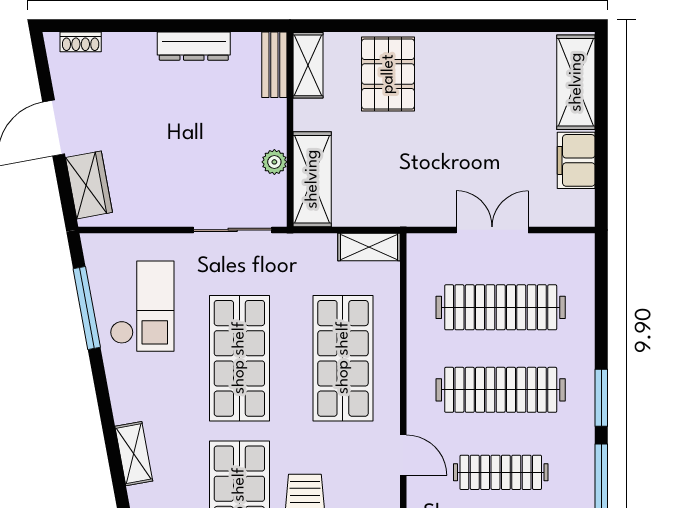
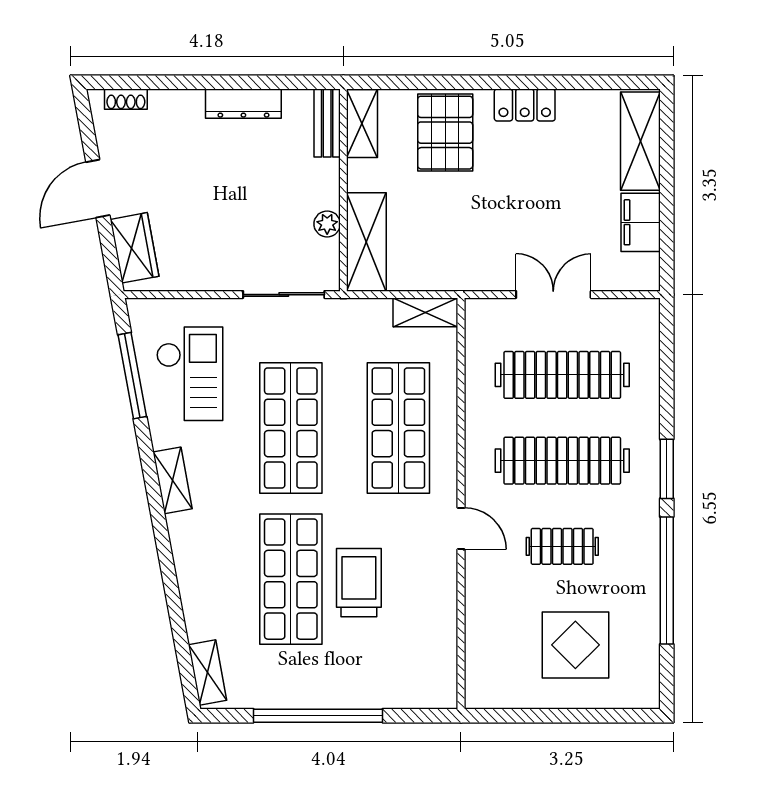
locker: (465, 47) -> (525, 105), added
shelving: (134, 454) -> (173, 480), moved
clothes rail: (501, 472) -> (562, 546), width x0.73

